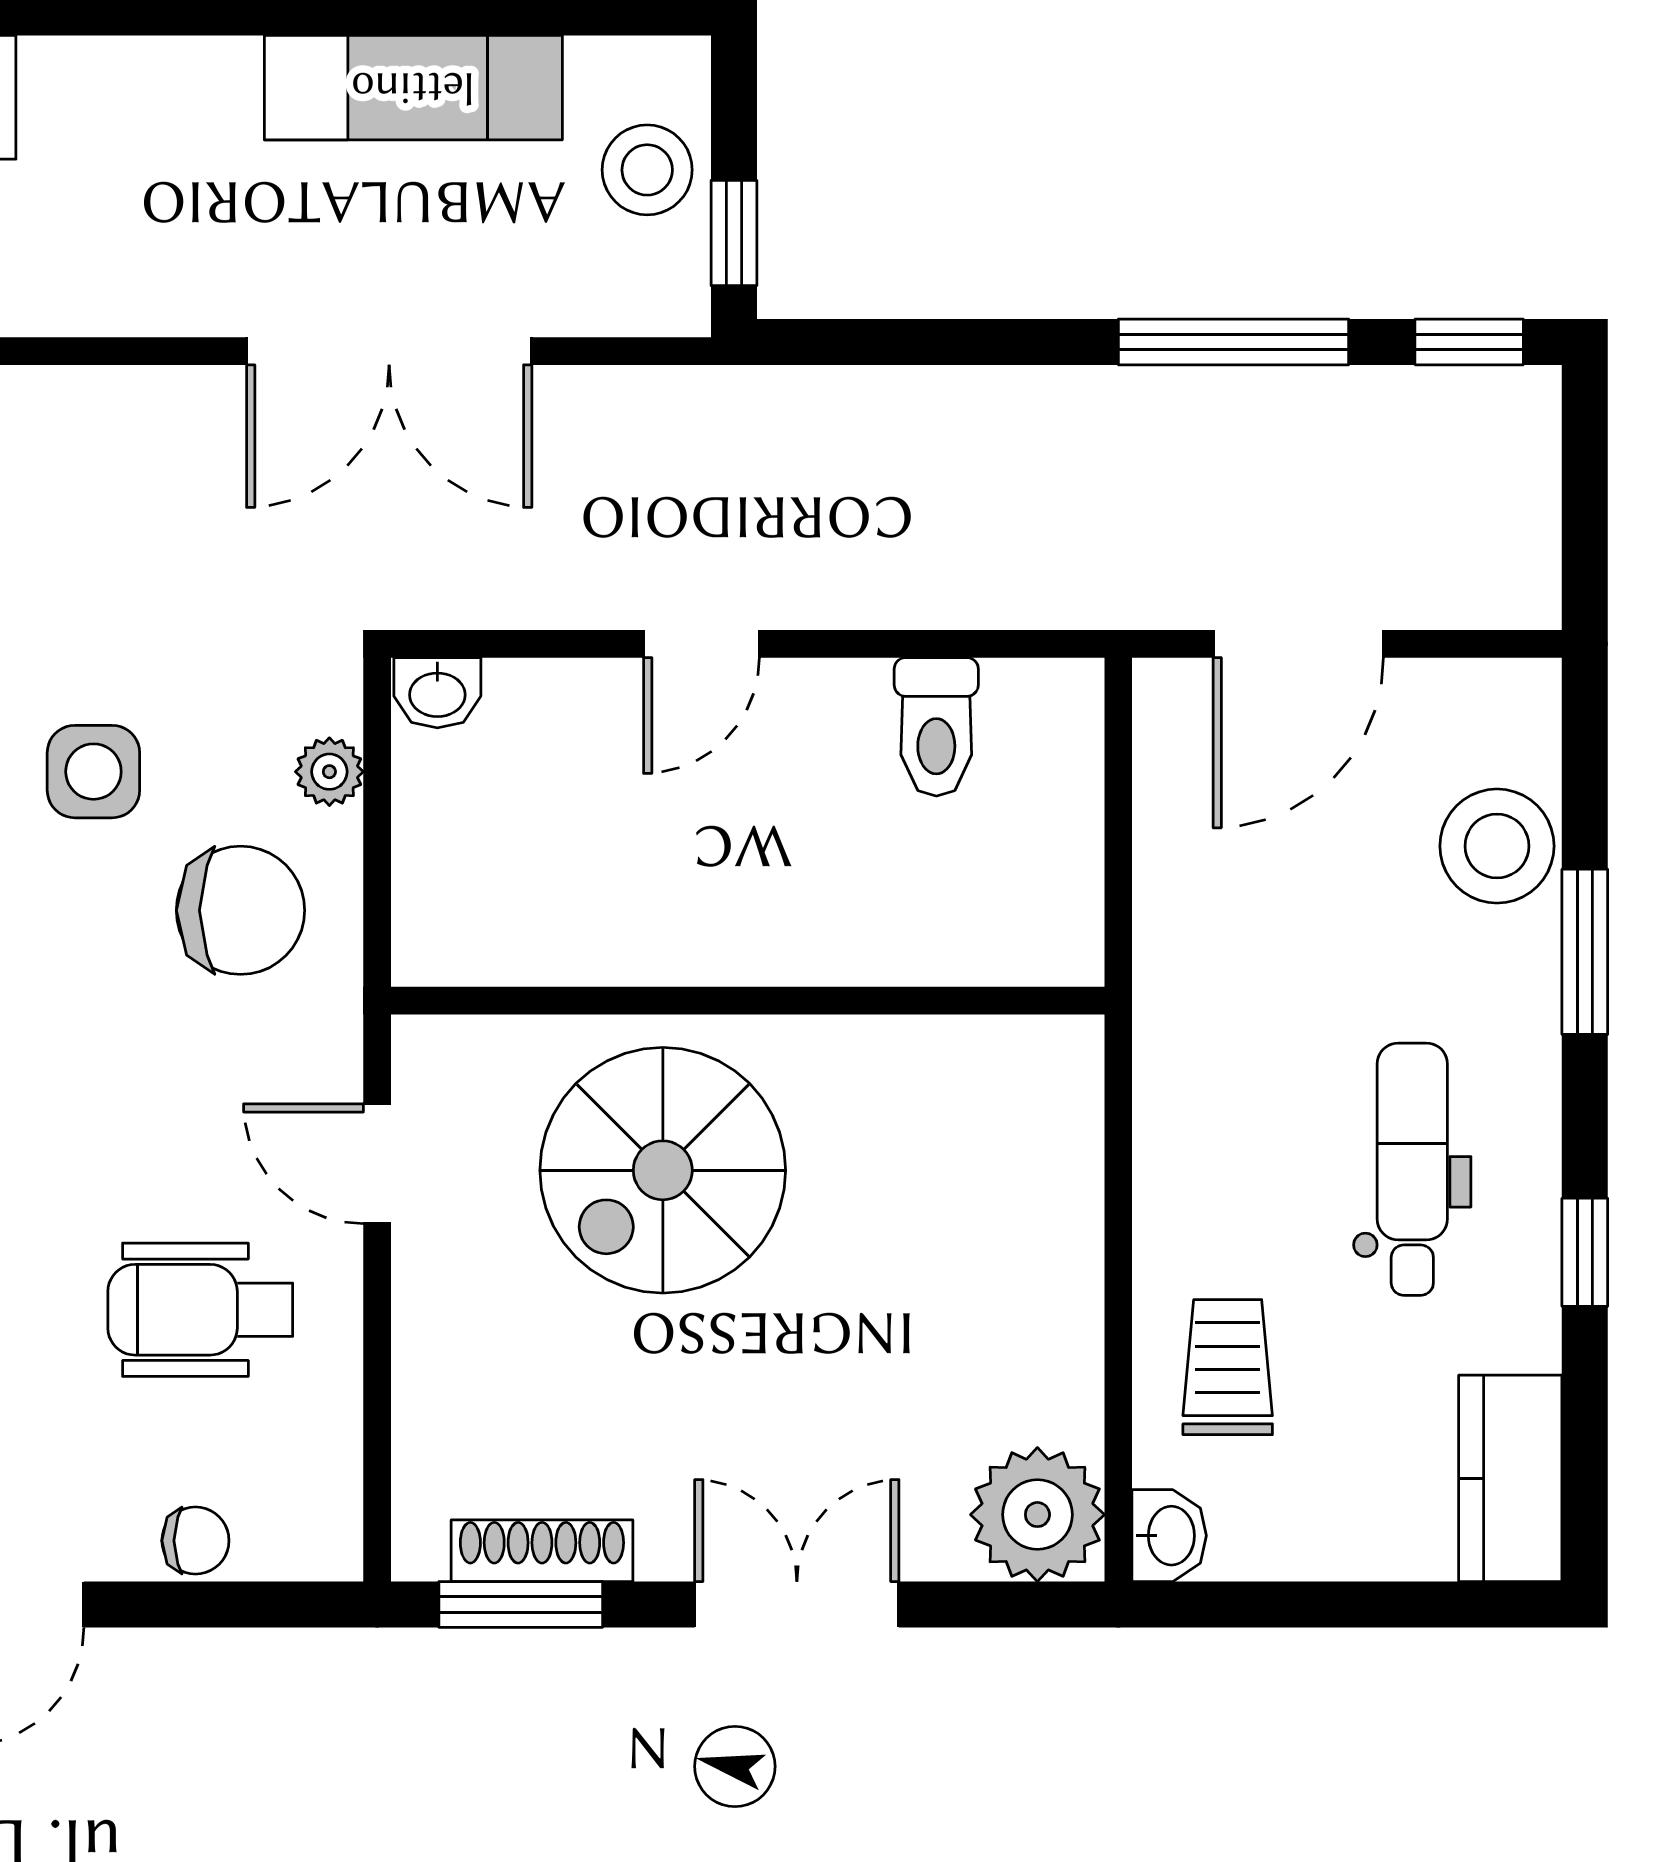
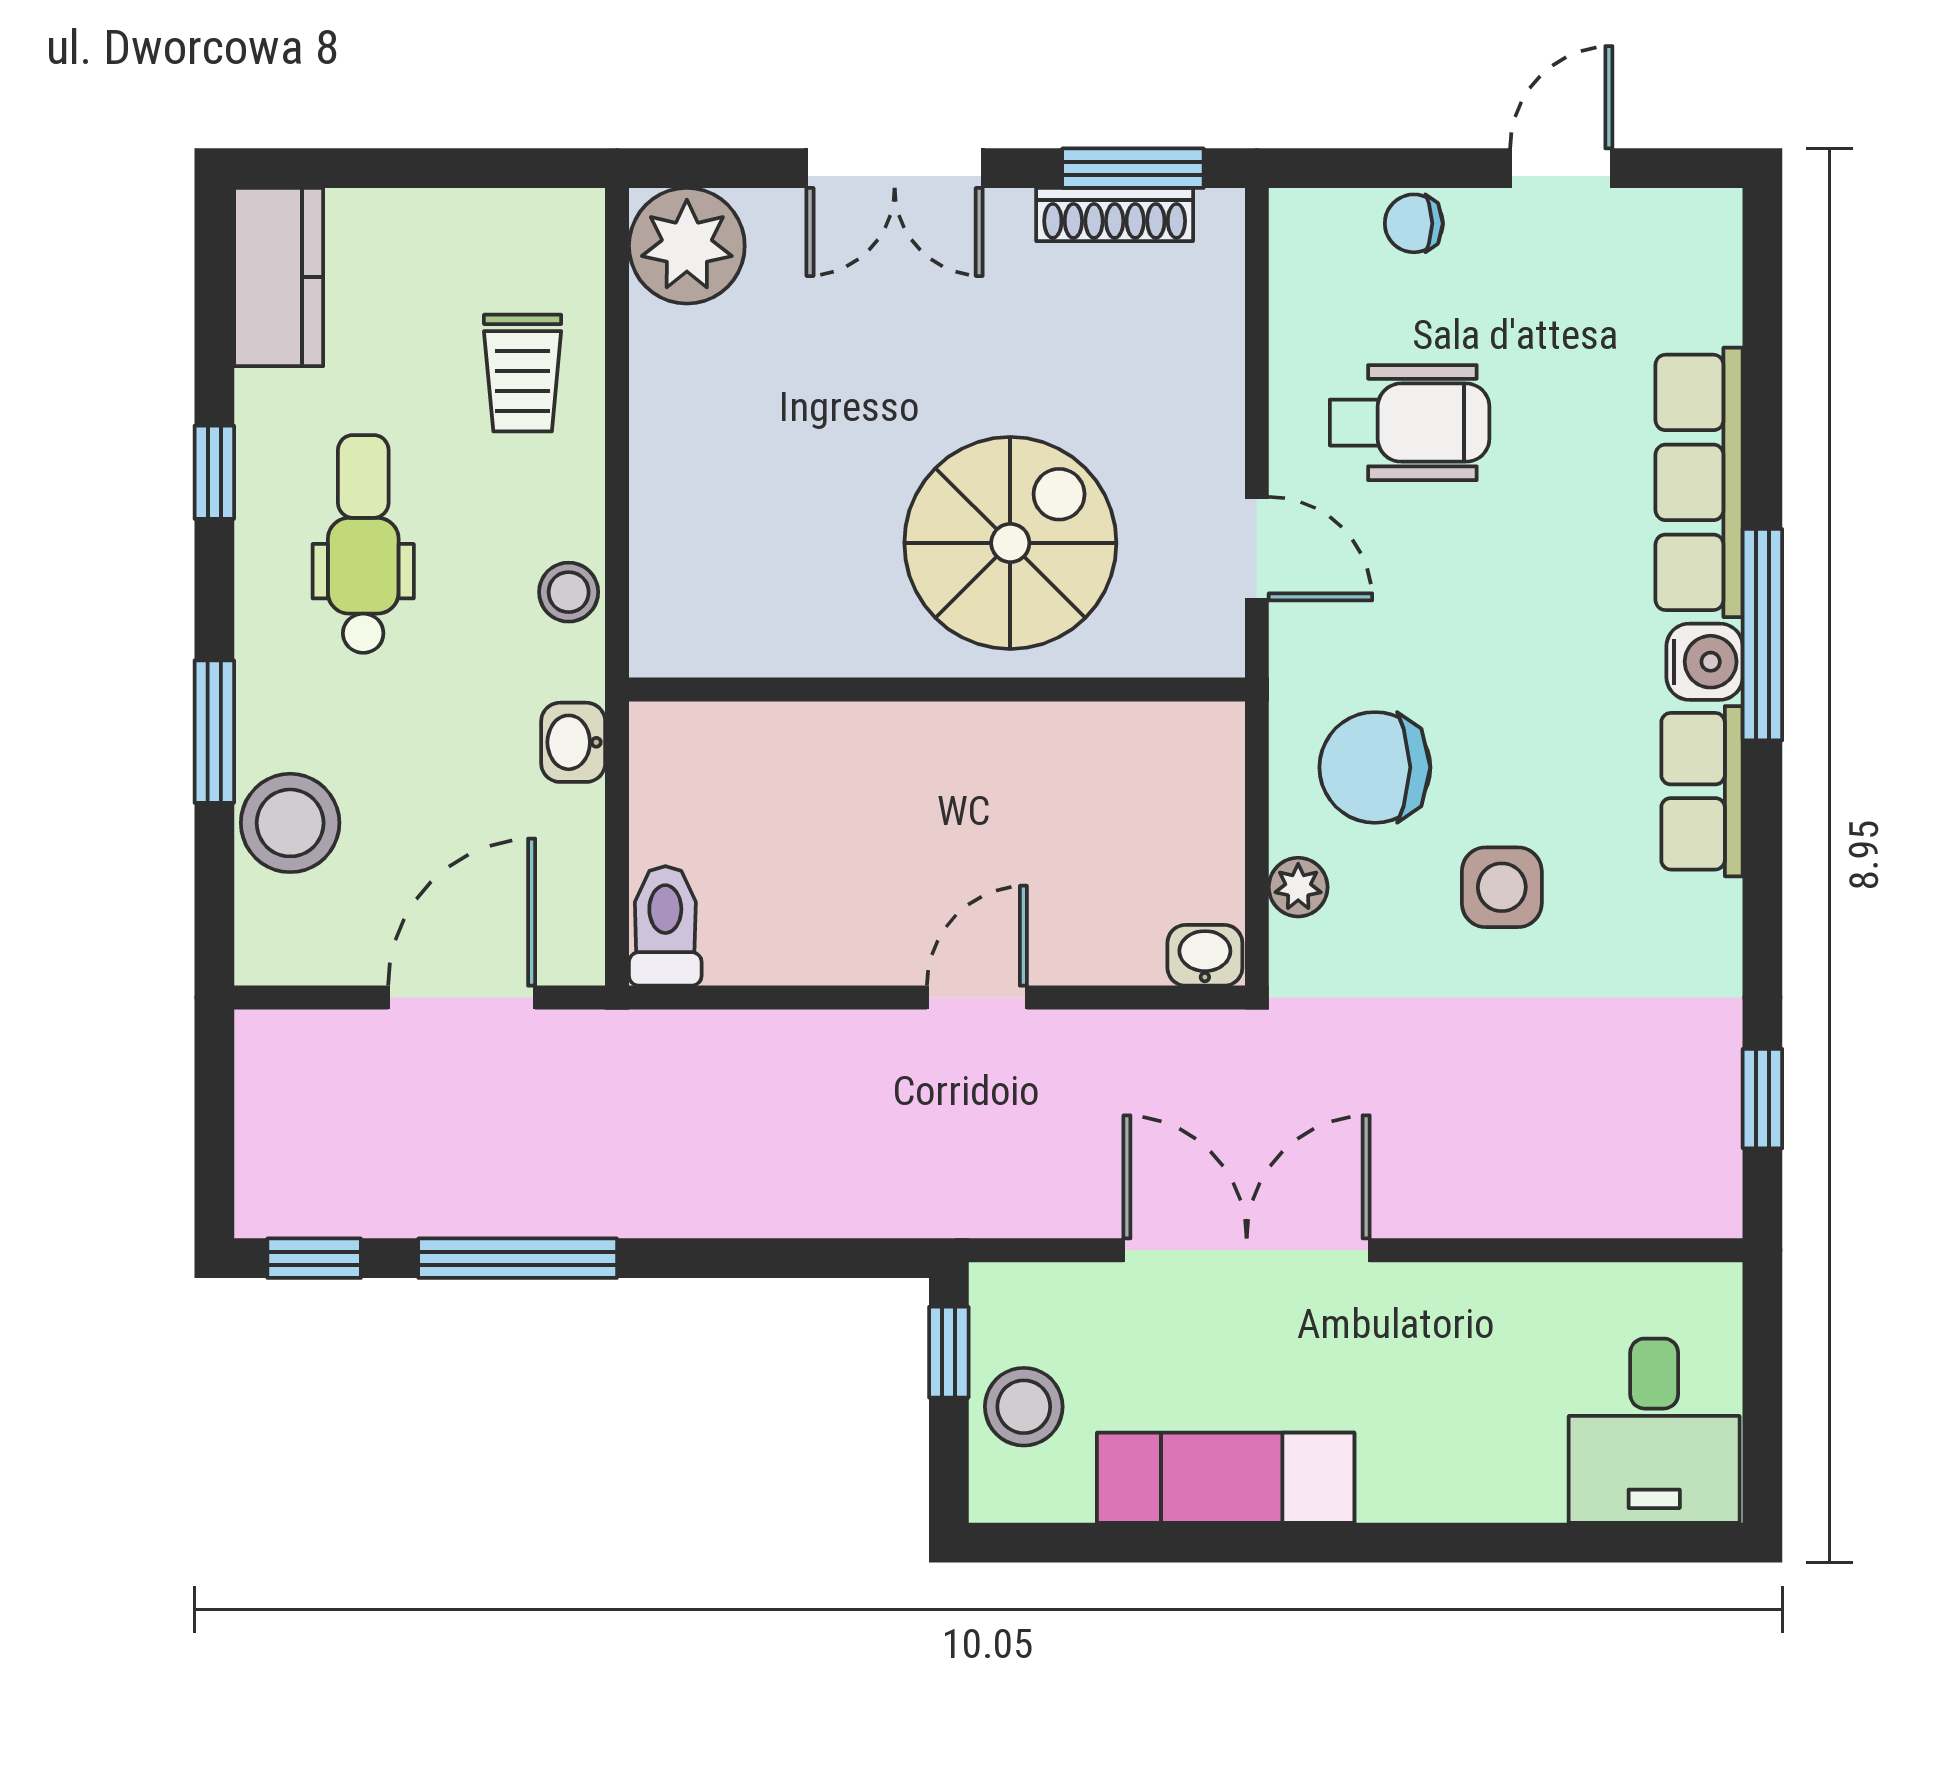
toilet: (936, 727) -> (665, 926), moved
stool: (1174, 1113) -> (569, 592), added
dental chair: (1412, 1169) -> (363, 544), turned 180
washbasin: (1169, 1536) -> (573, 742), moved

